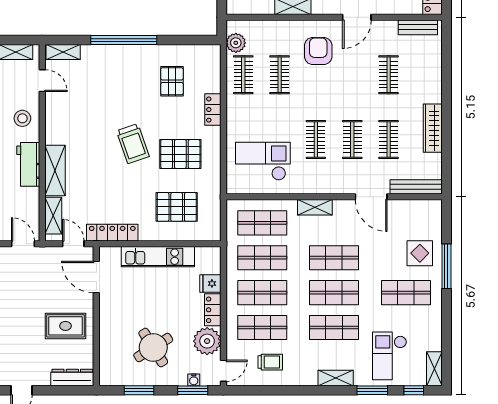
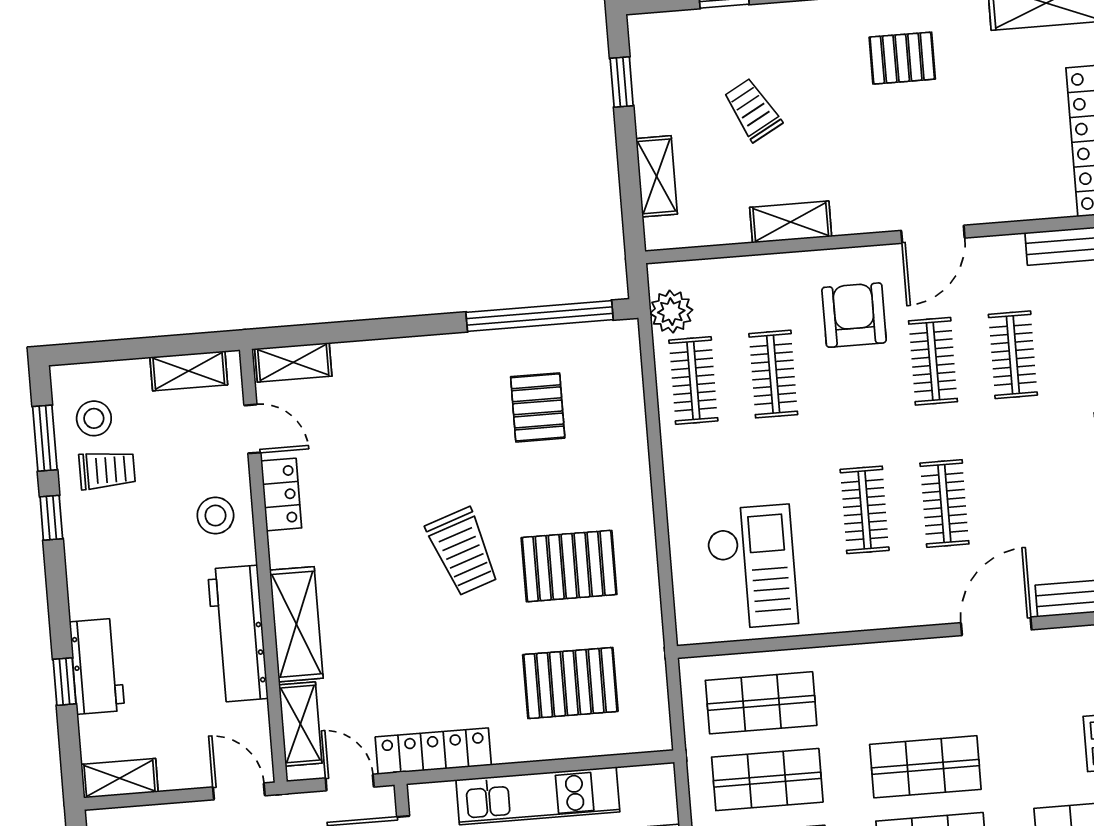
window: (124, 40) -> (540, 316), moved
locker: (213, 110) -> (281, 494), moved, turned 180
clothes rail: (389, 139) -> (933, 361), moved
checkout: (263, 161) -> (752, 567), turned 90
workbench: (28, 164) -> (238, 634), width x1.37
door: (371, 197) -> (996, 626), swing flipped
shelving: (315, 207) -> (874, 659), removed

